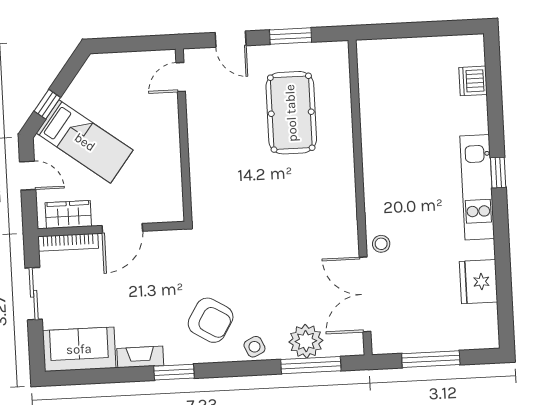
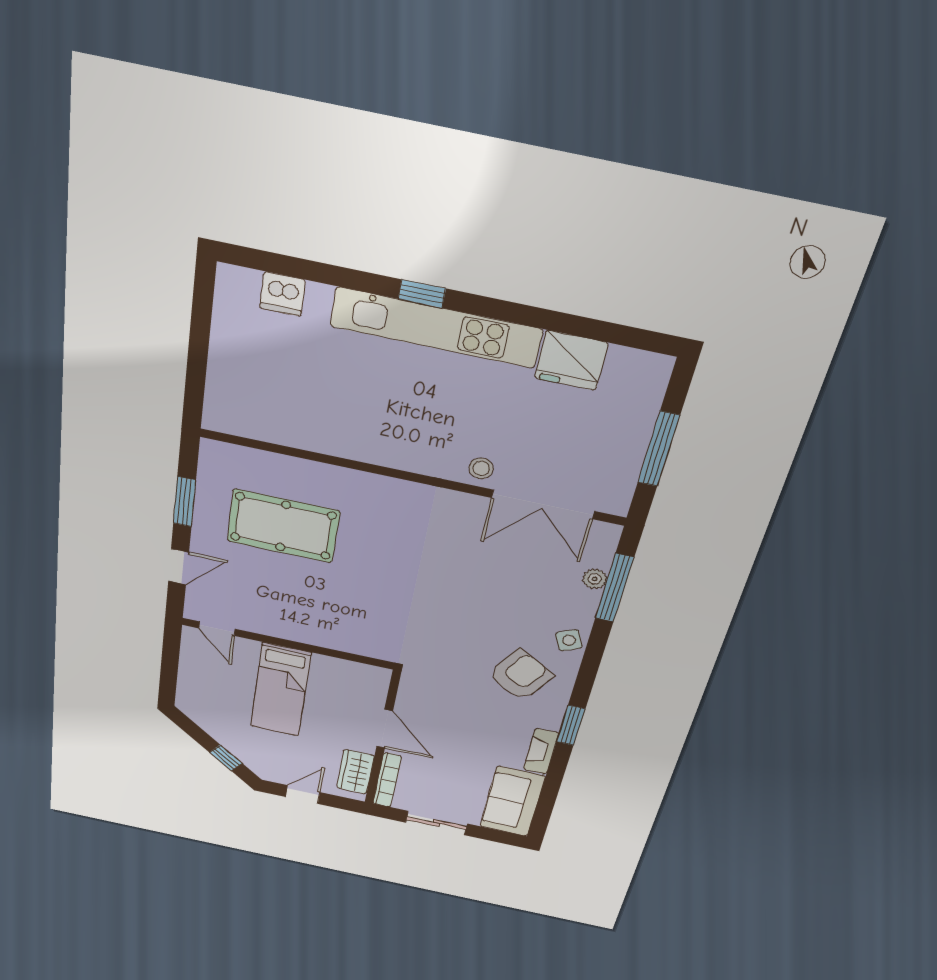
bed: (85, 142) -> (281, 690), moved, turned 143
kitchen unit: (477, 187) -> (436, 328), width x1.36
plant: (306, 341) -> (595, 579), width x0.53, depth x0.53

